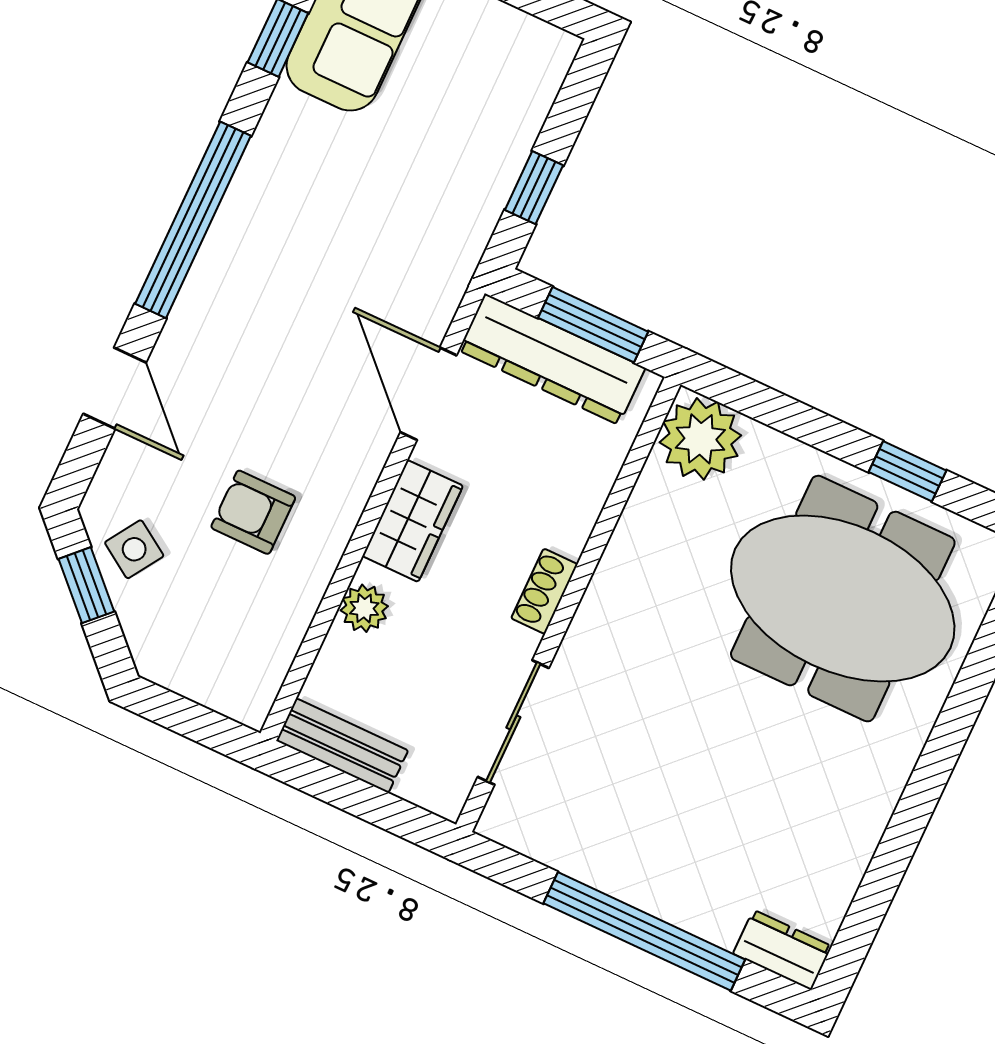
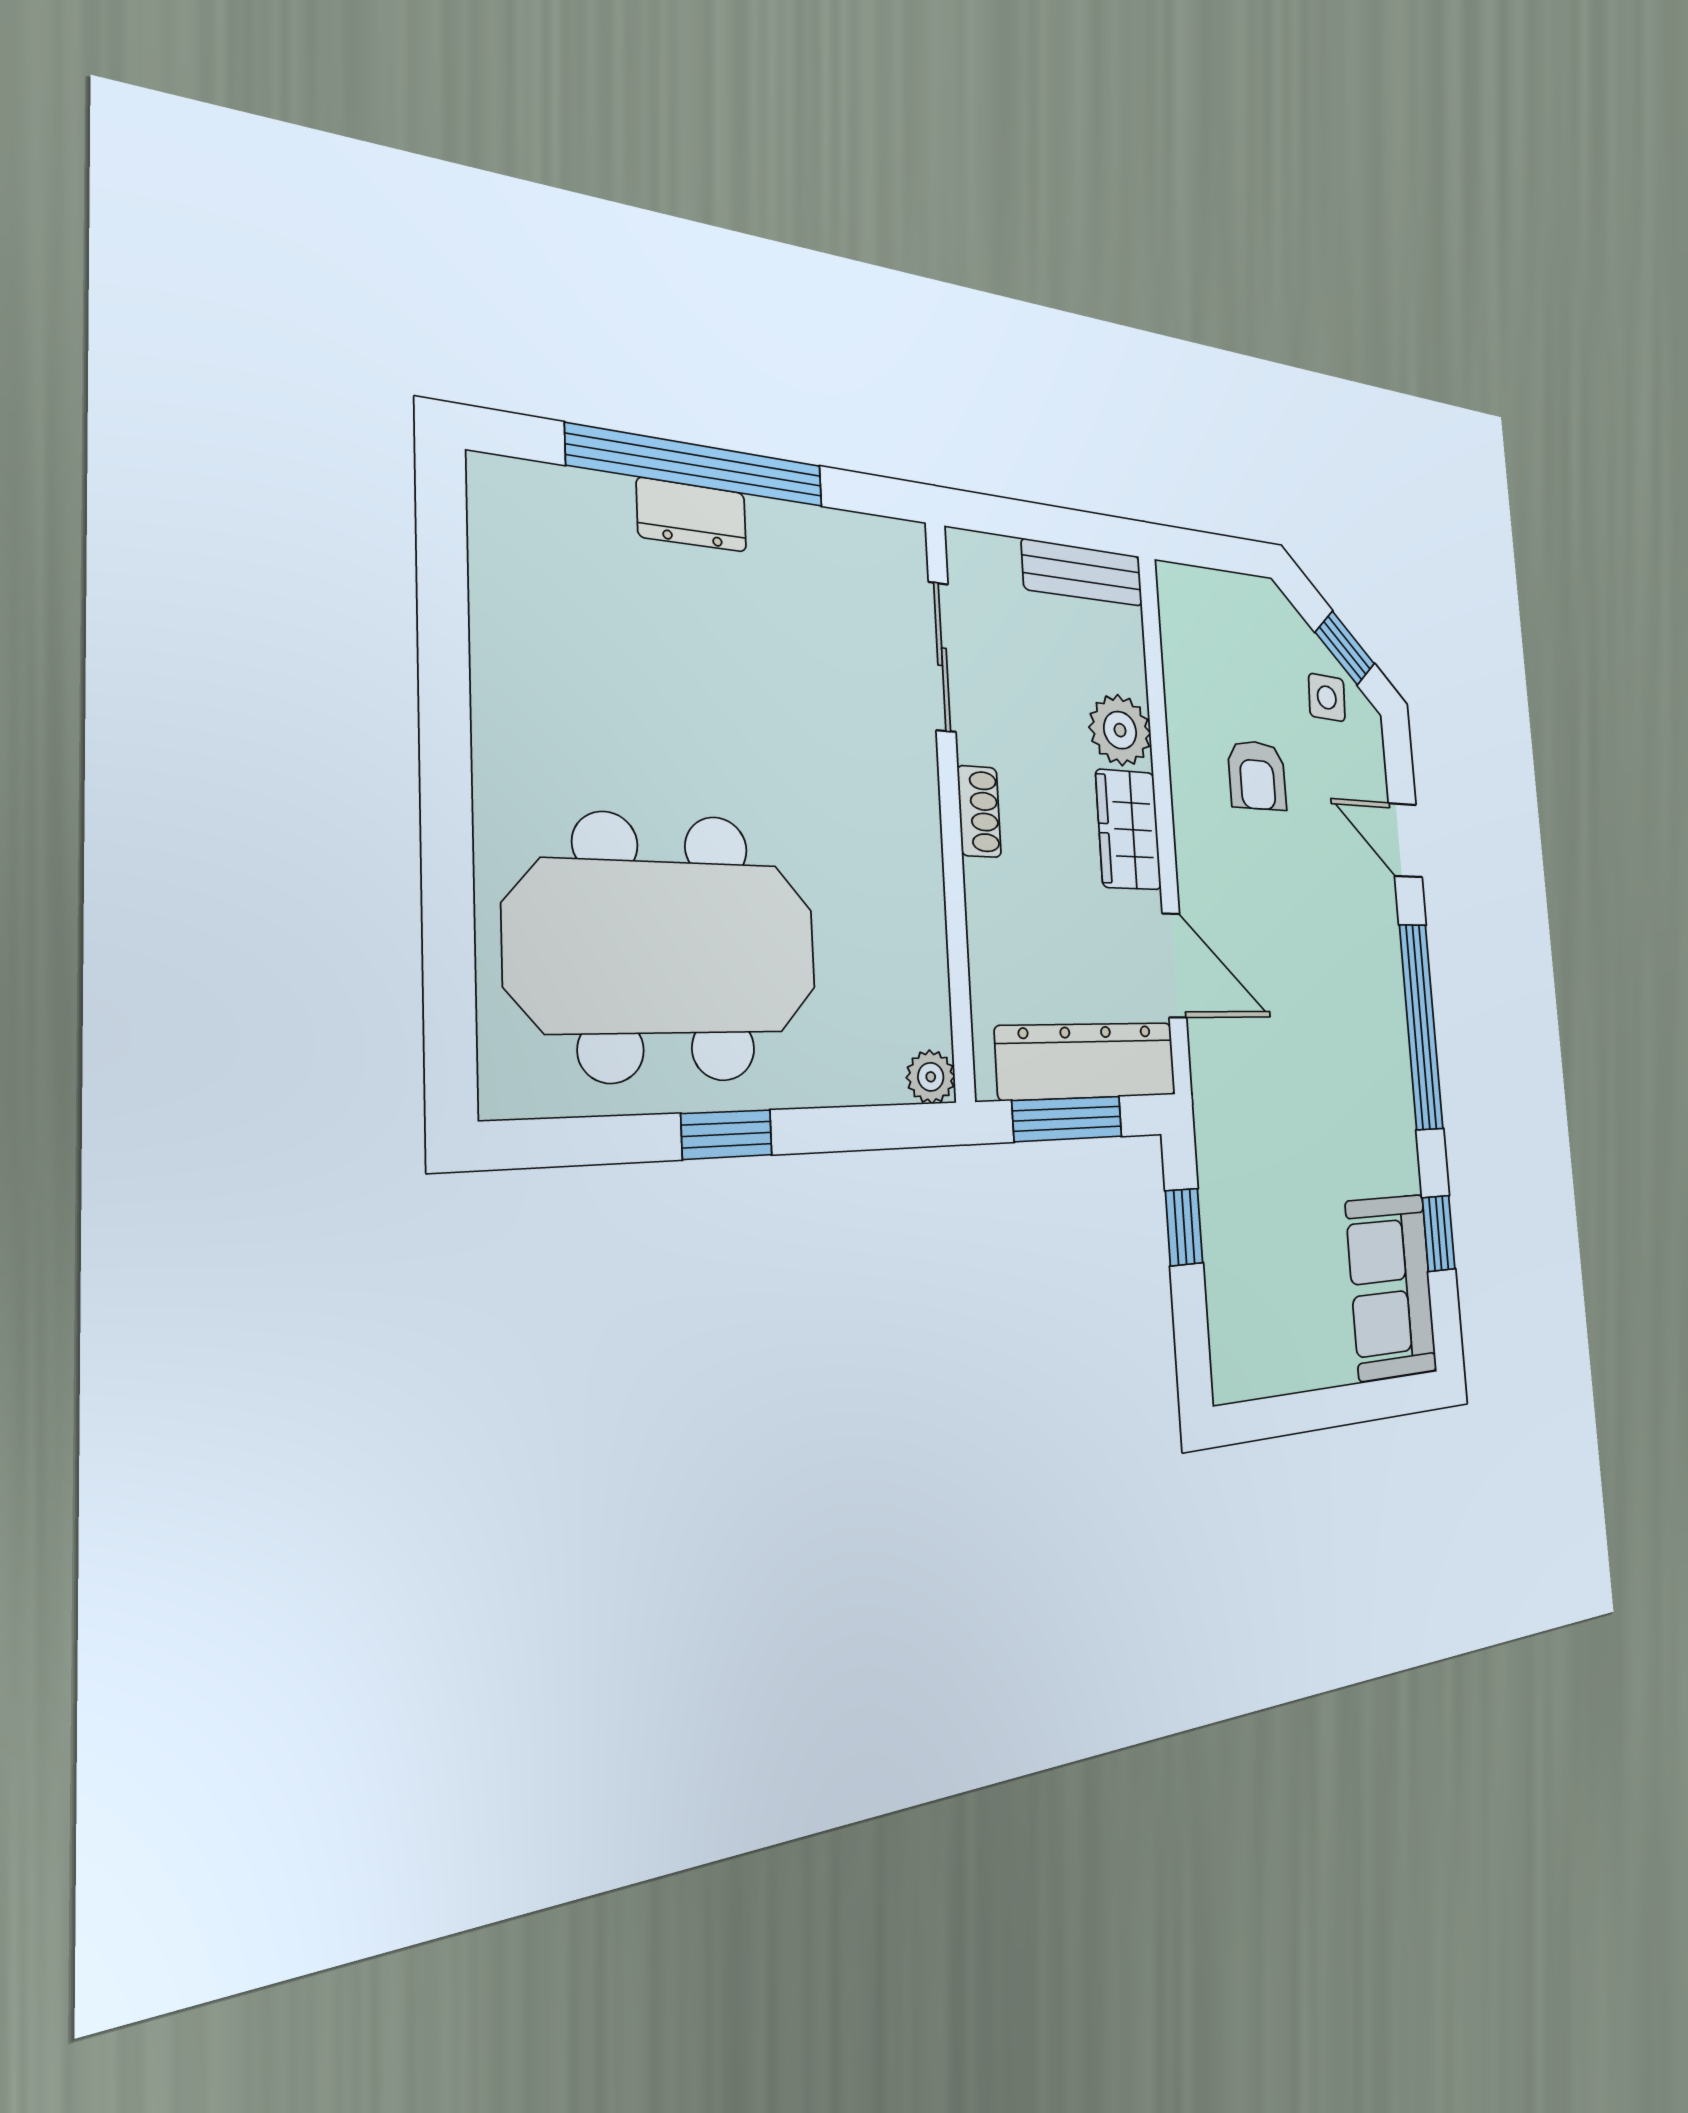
plant: (700, 439) -> (931, 1077), width x0.53, depth x0.53
window: (908, 471) -> (727, 1134), moved
armchair: (253, 512) -> (1257, 775), turned 90
side table: (134, 549) -> (1327, 697), turned -30
plant: (364, 608) -> (1120, 730), width x1.38, depth x1.38
dresser: (782, 950) -> (692, 515), moved

